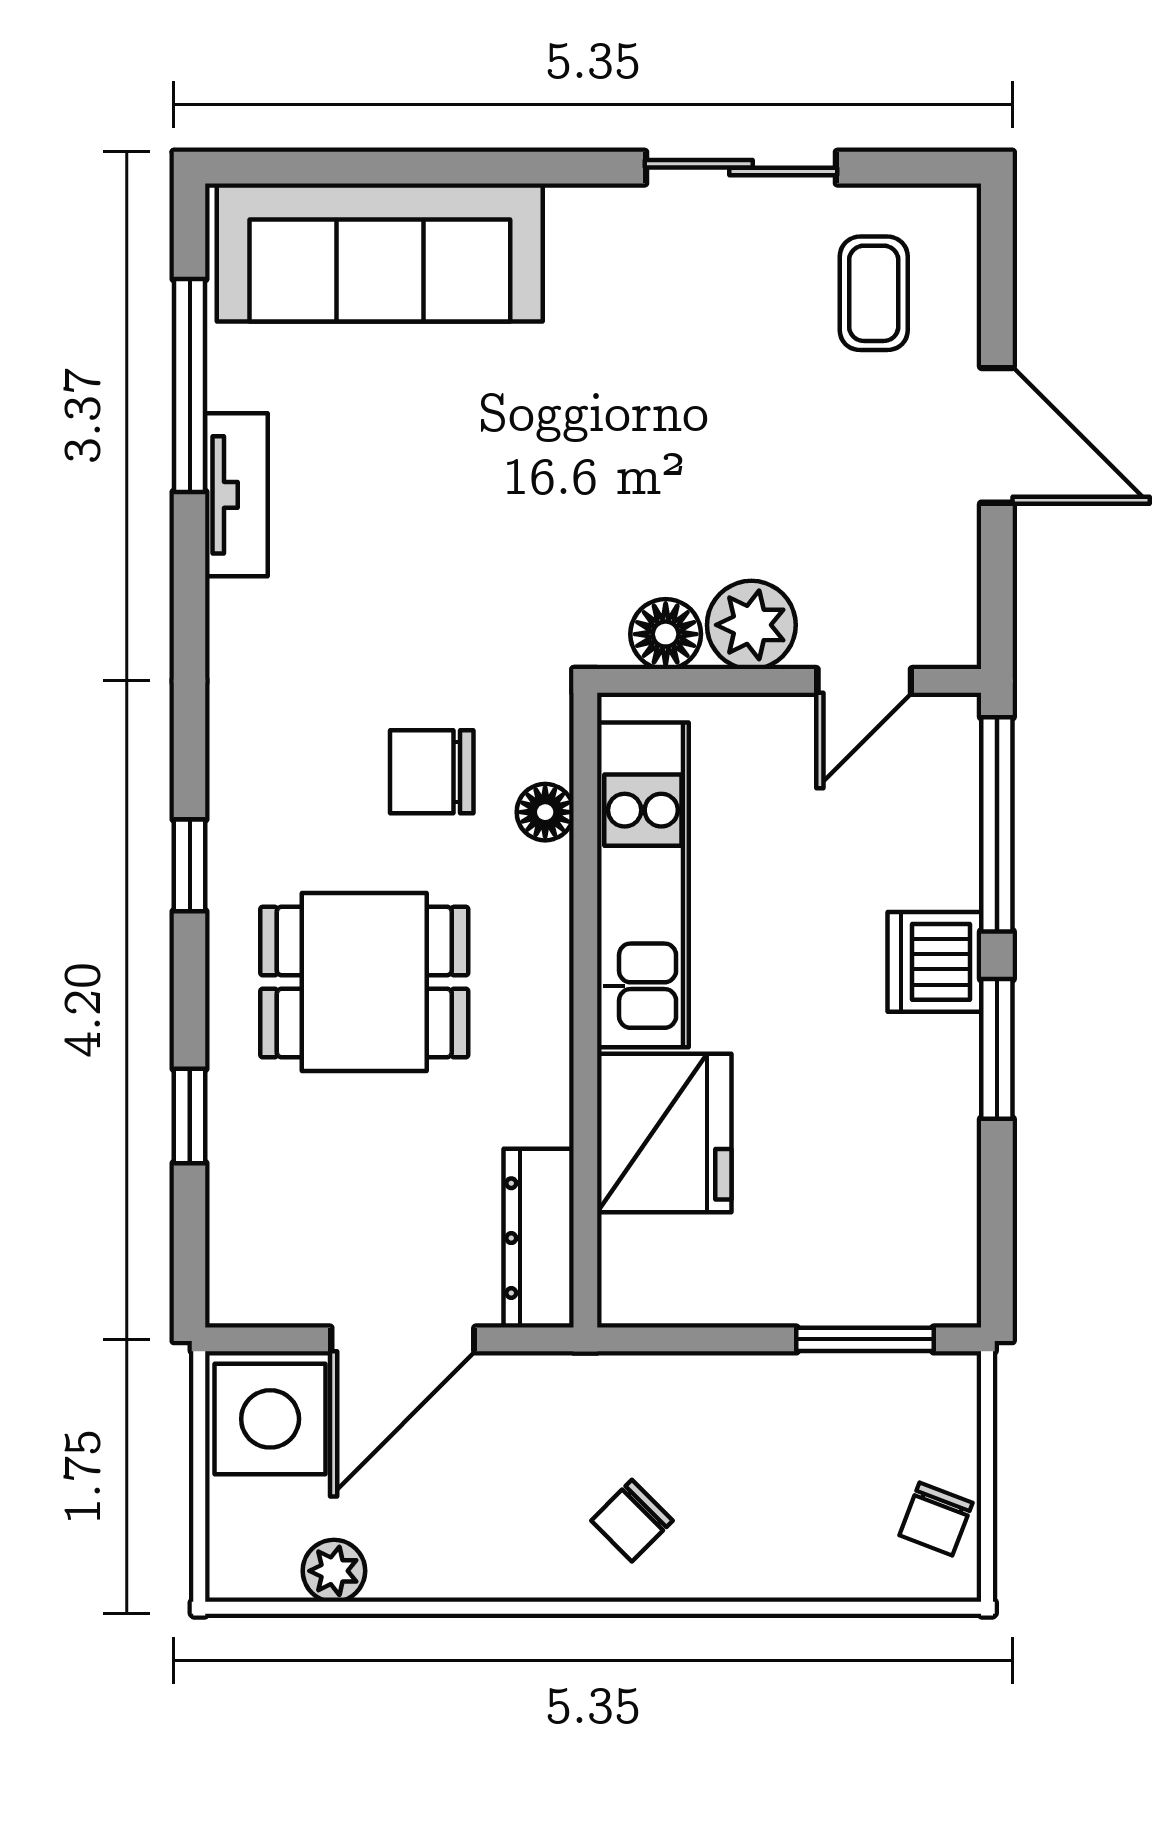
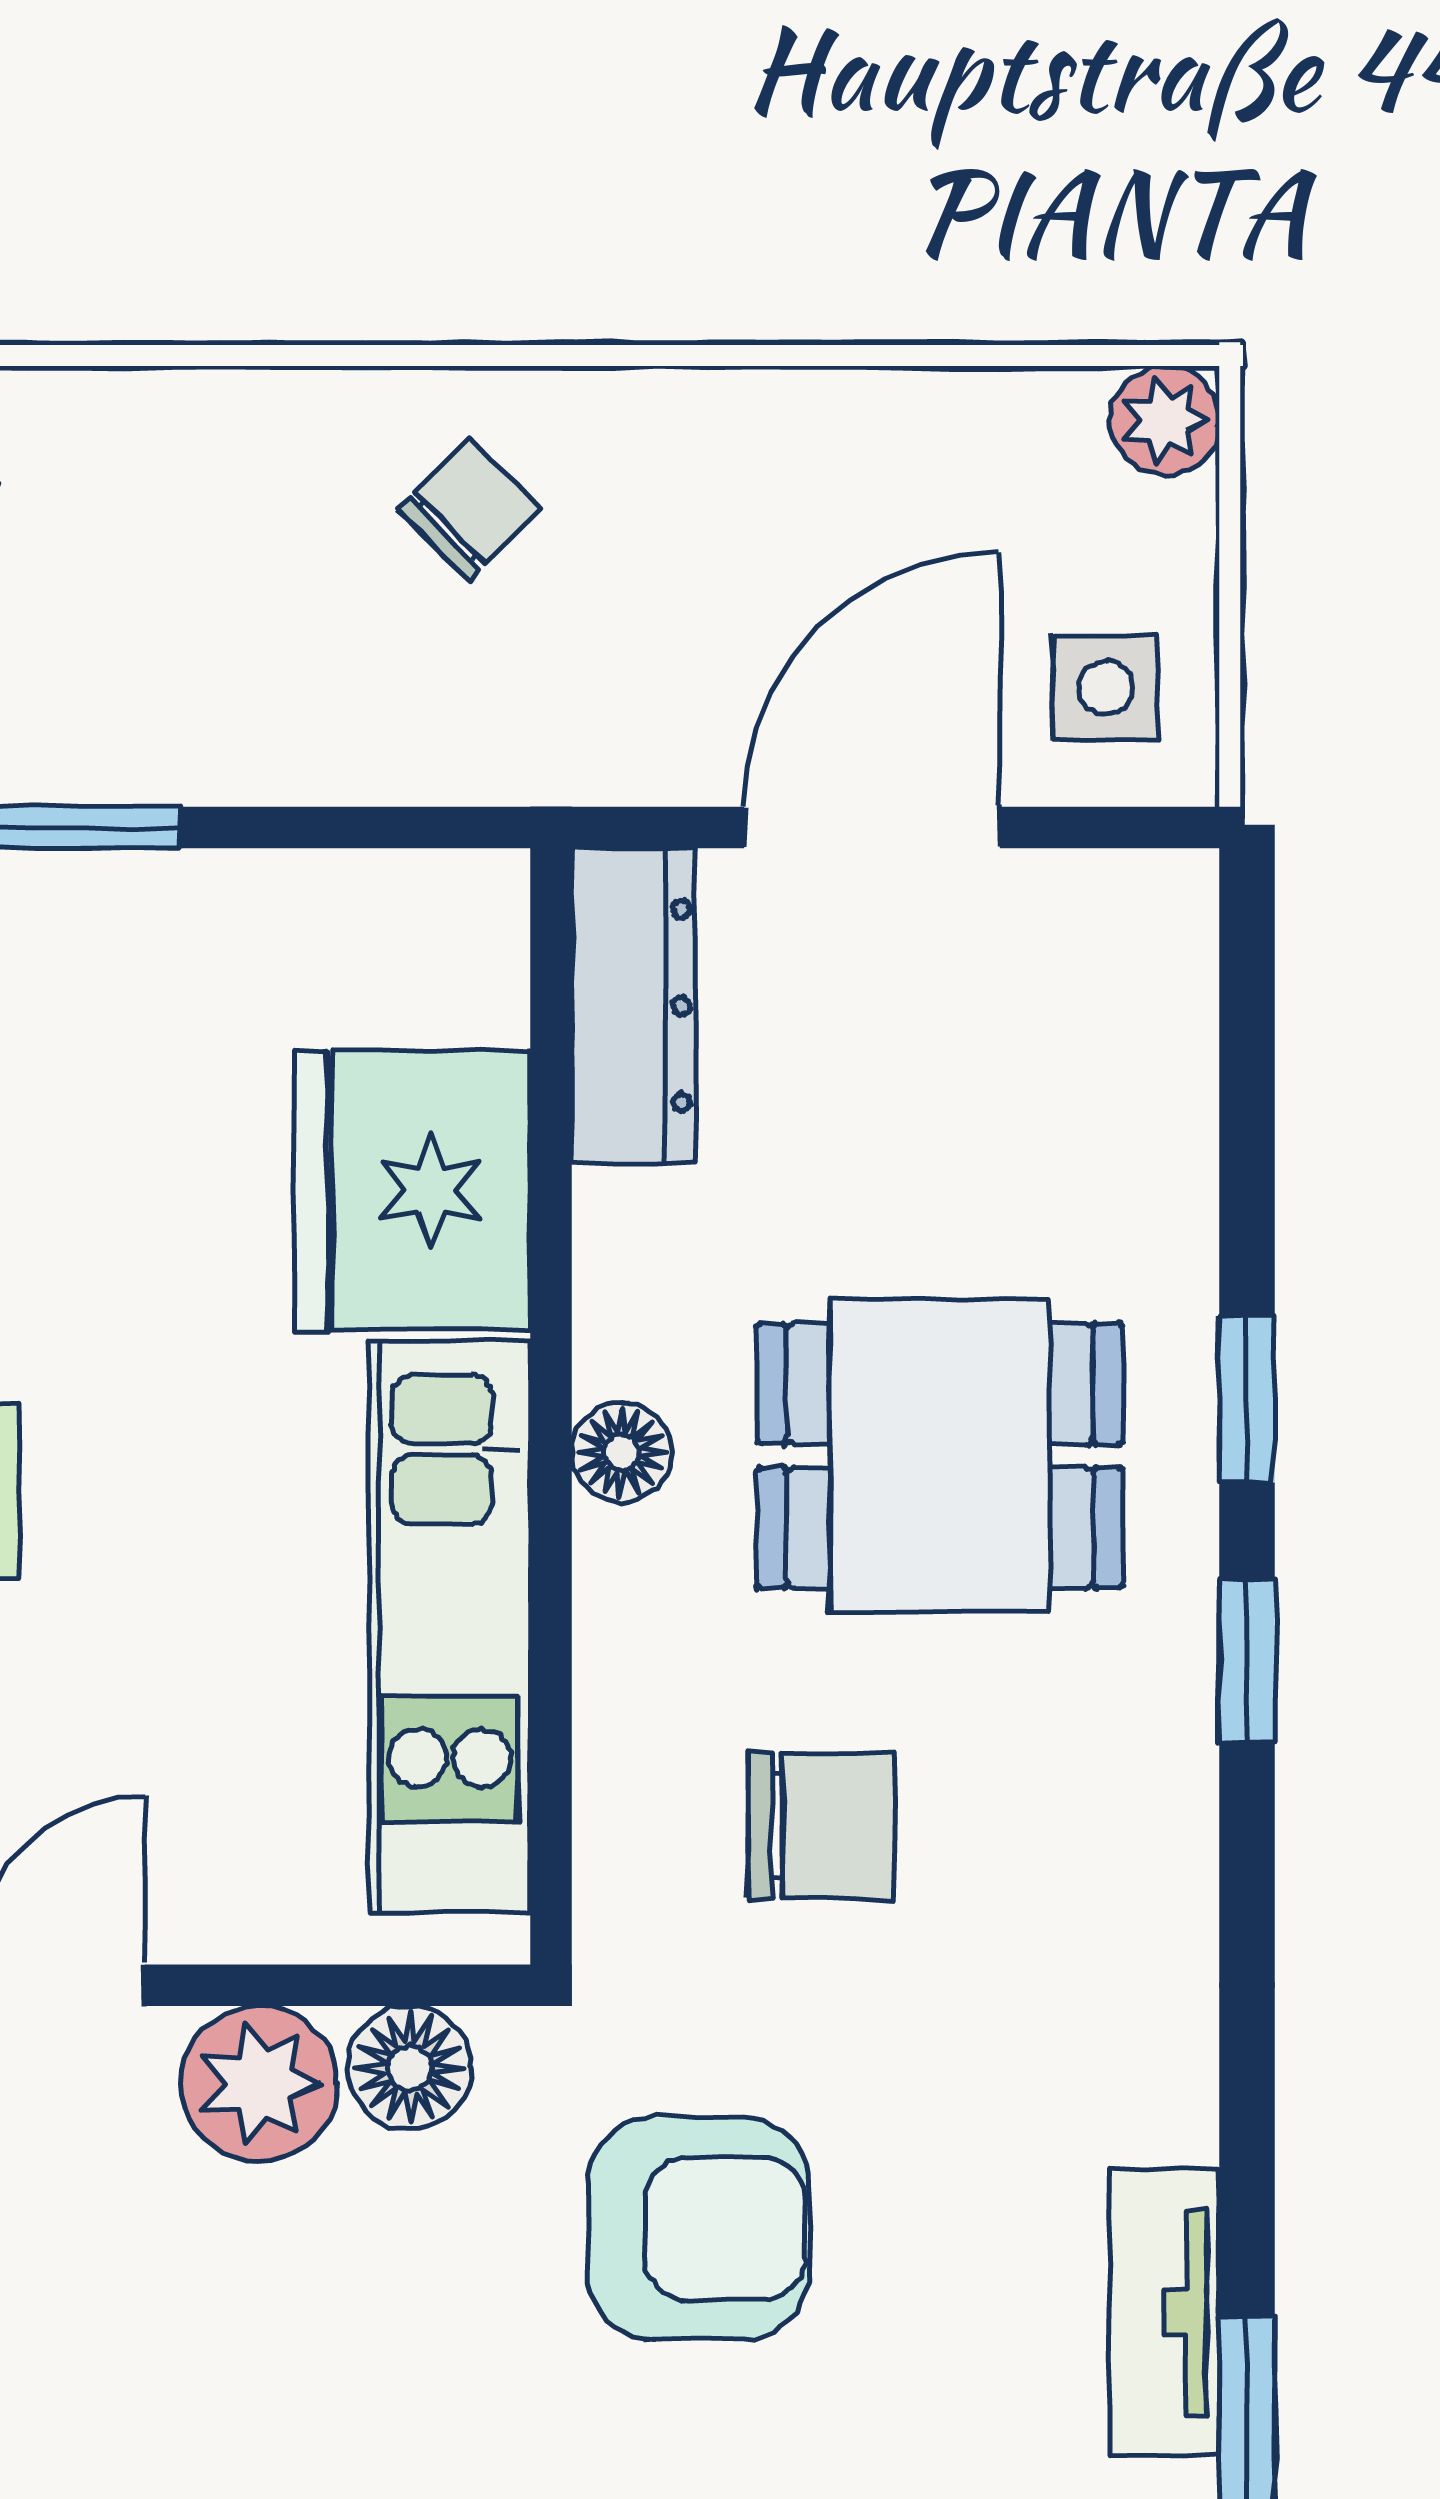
armchair: (501, 543) -> (699, 2229), added
floor lamp: (545, 812) -> (622, 1452), moved
window: (190, 1116) -> (1247, 1399), moved
side table: (270, 1419) -> (1105, 688), width x0.54, depth x0.54
plant: (334, 1571) -> (1165, 421), moved

